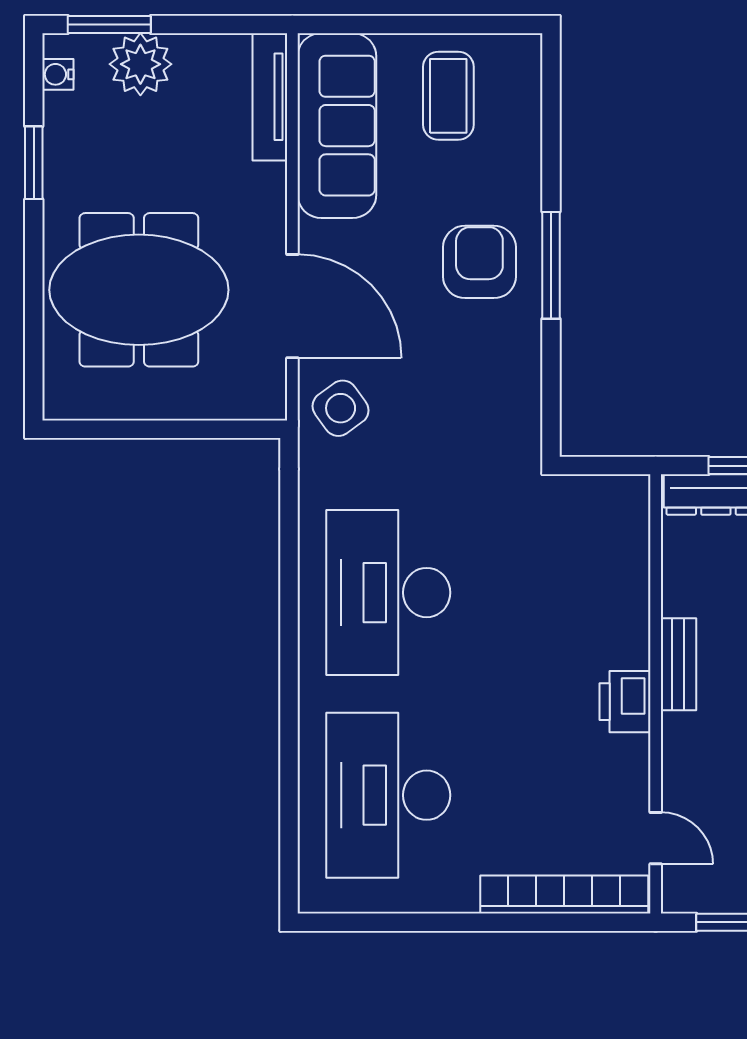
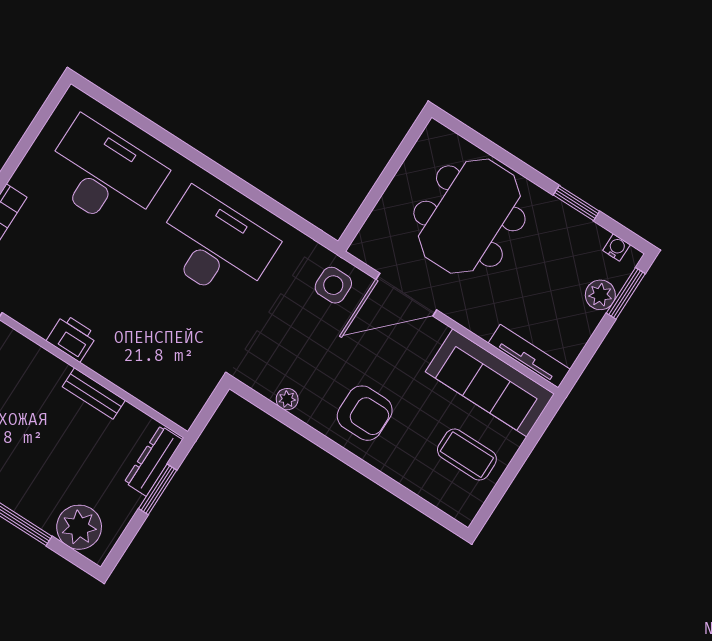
plant: (140, 64) -> (600, 295), width x0.73, depth x0.73
window: (551, 265) -> (338, 451), removed
plant: (526, 373) -> (287, 399), added
side table: (341, 408) -> (333, 285), turned 36
bench: (678, 664) -> (94, 393), moved

